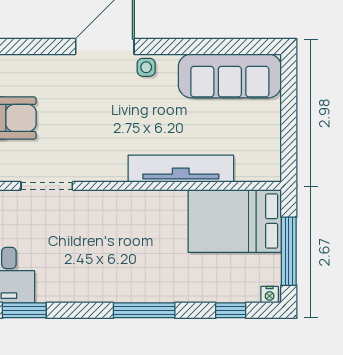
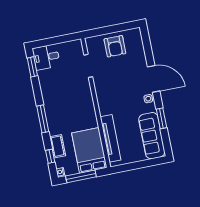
window: (196, 47) -> (162, 118), added
tv unit: (181, 169) -> (110, 138), moved
cot: (211, 289) -> (58, 146), added

